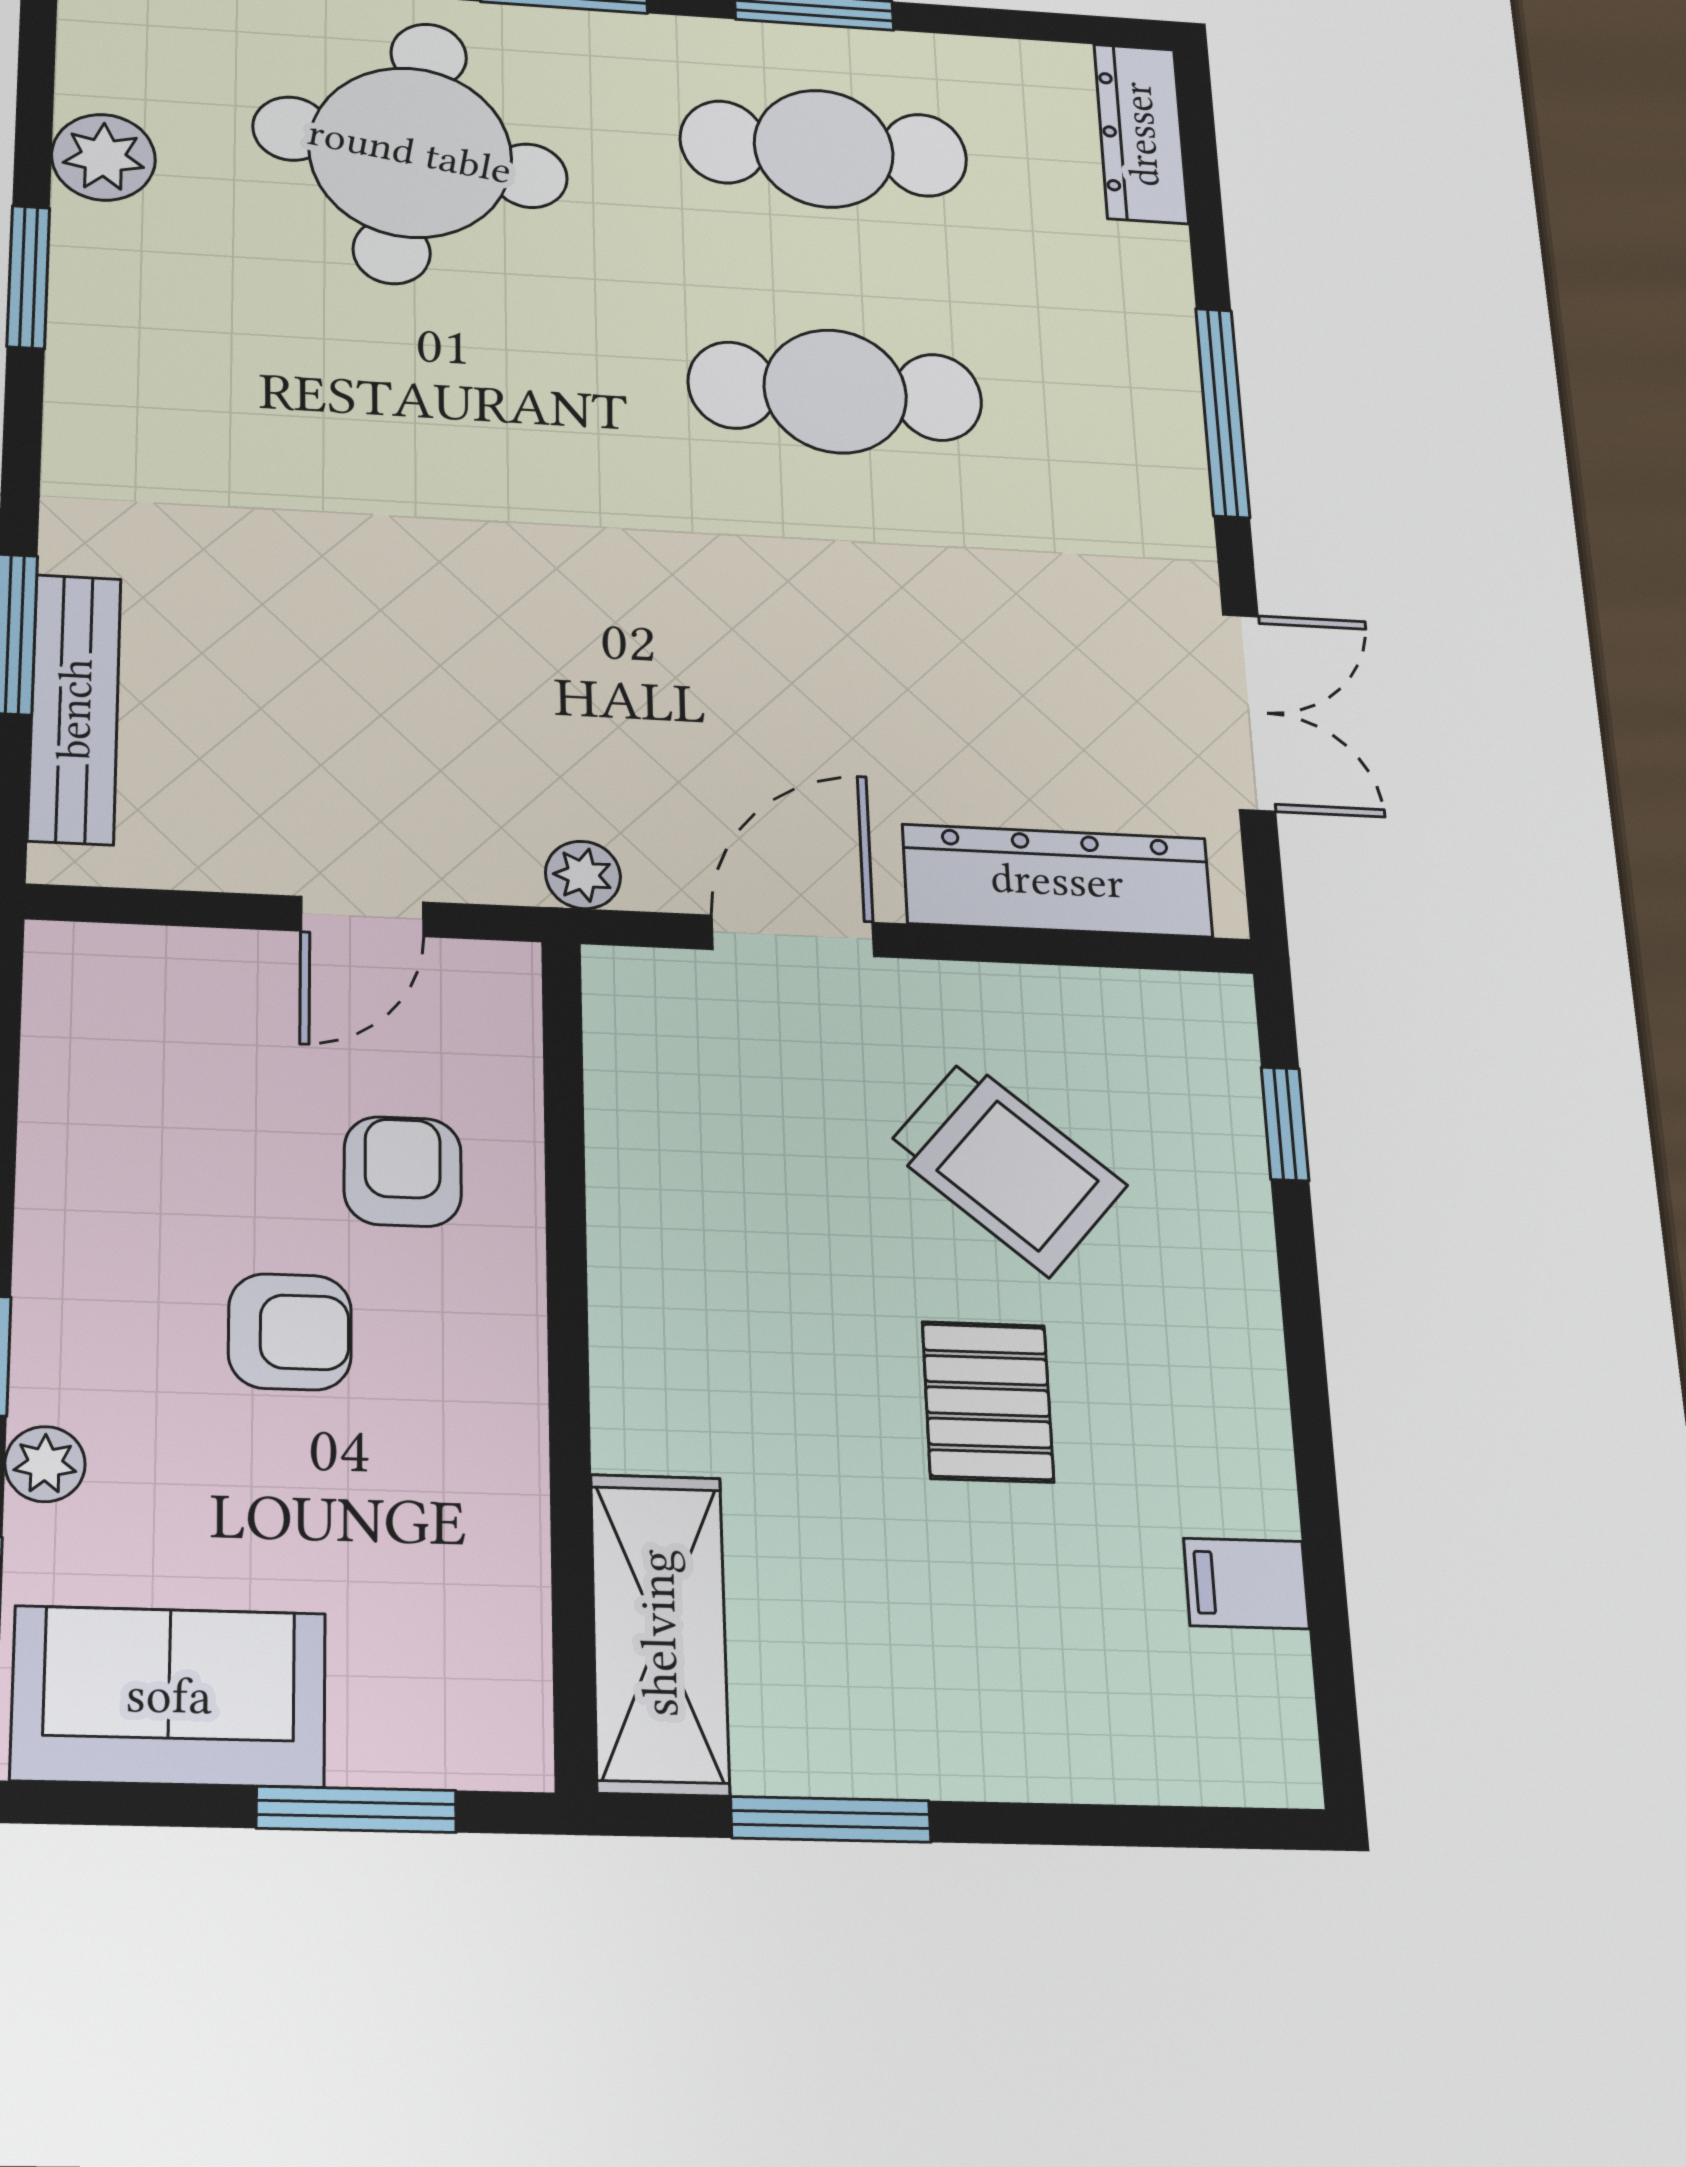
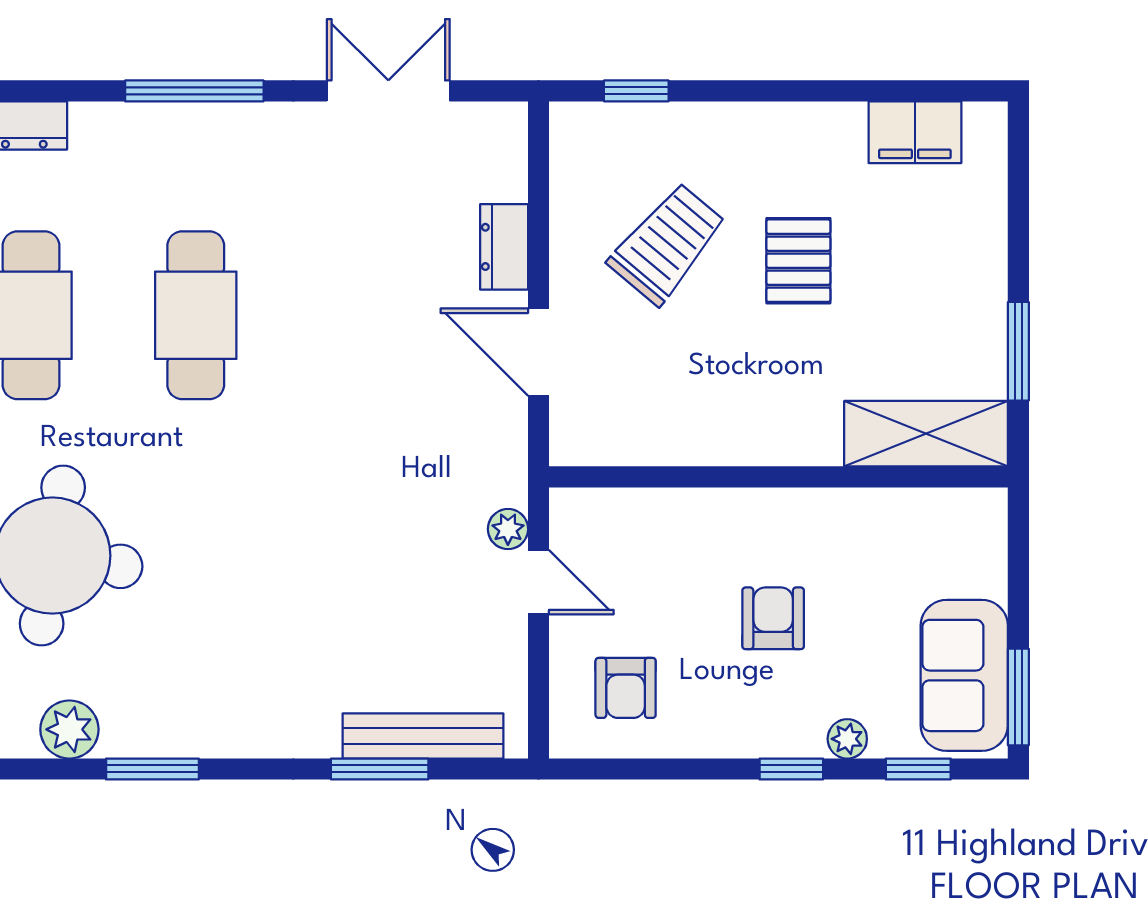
plant: (583, 875) -> (508, 529), moved
dresser: (1057, 881) -> (504, 247), width x0.51, depth x0.80
armchair: (403, 1172) -> (626, 688), moved, turned -90
pallet: (988, 1402) -> (798, 261), turned 90
filing cabinet: (1246, 1583) -> (915, 132), width x2.00
window: (356, 1809) -> (1018, 697), moved

